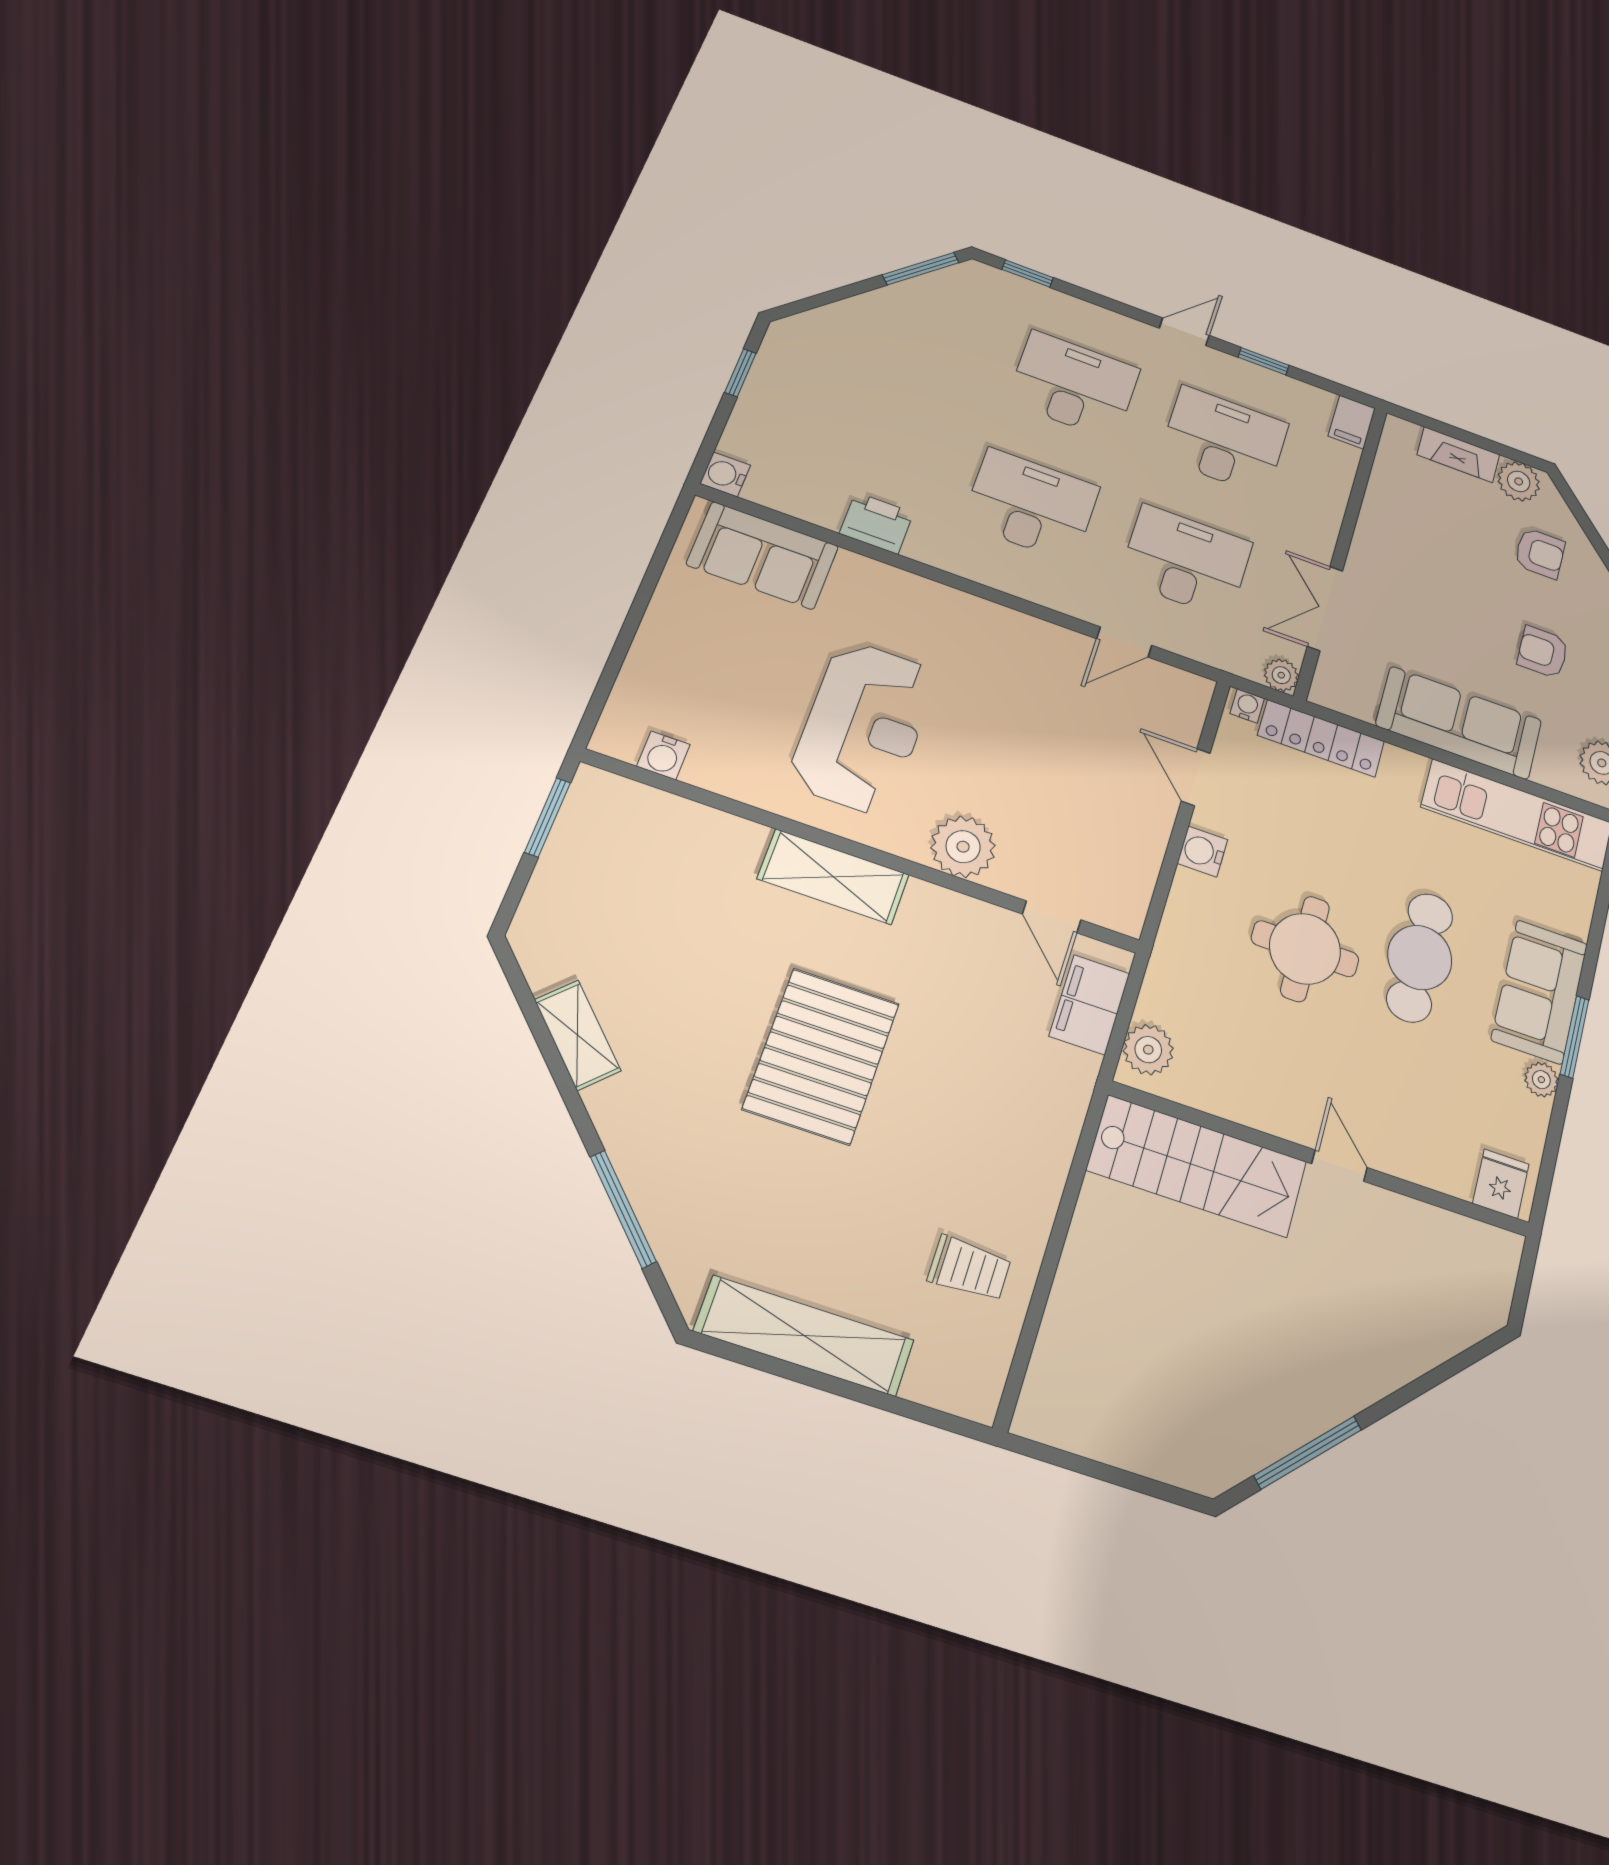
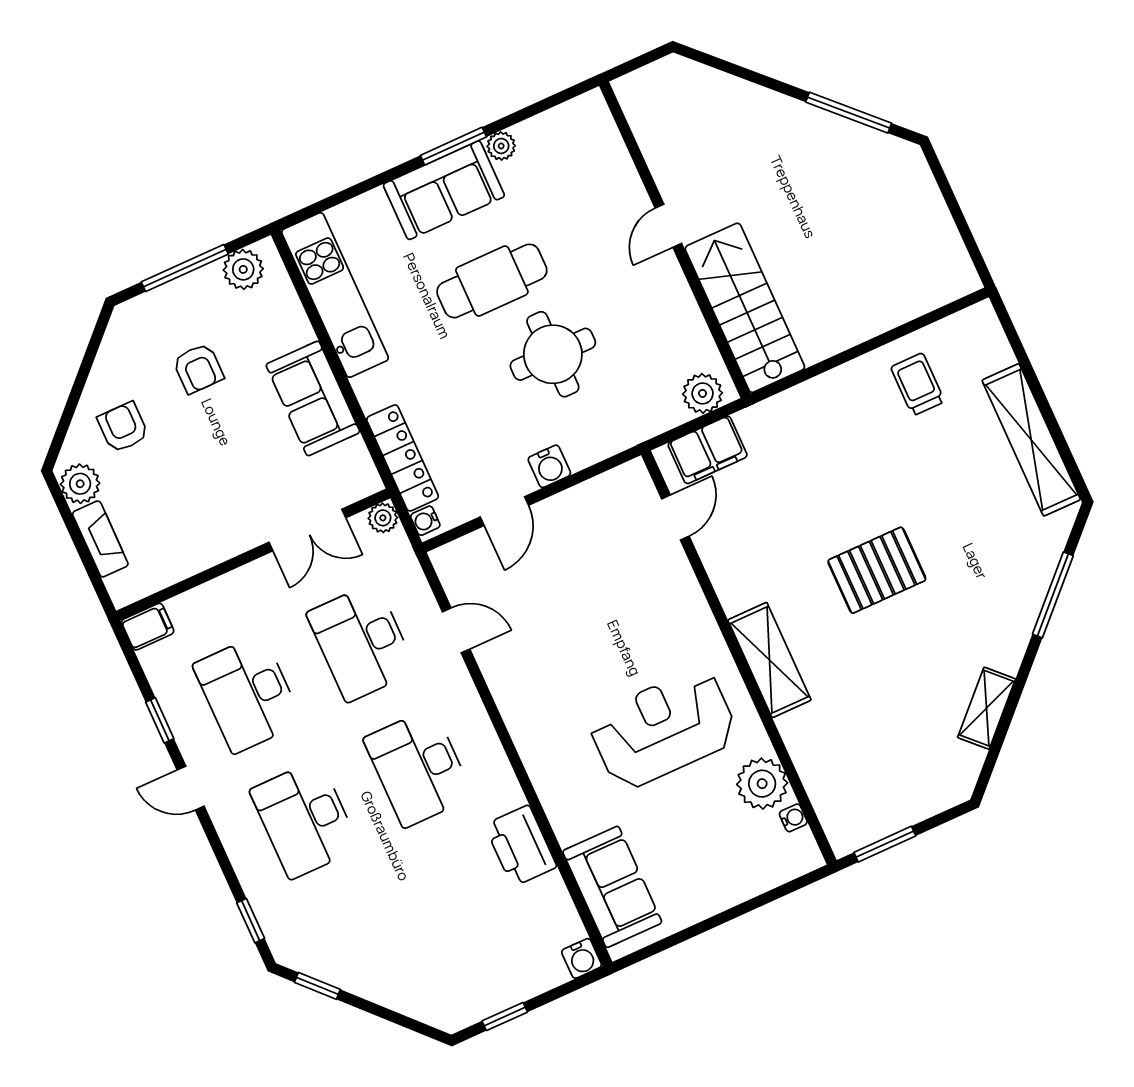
window: (921, 269) -> (317, 986), width x0.67
printer: (877, 523) -> (521, 846), width x1.37, depth x1.19
sofa: (1459, 723) -> (313, 398), width x0.73
water cooler: (663, 755) -> (793, 818), width x0.72, depth x0.72
plant: (963, 847) -> (762, 784), moved
pallet: (821, 1056) -> (877, 570), width x0.73, depth x0.71
fridge: (1501, 1184) -> (591, 121), removed

